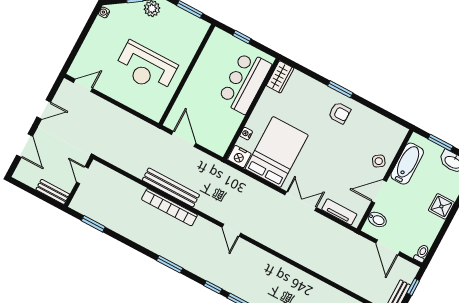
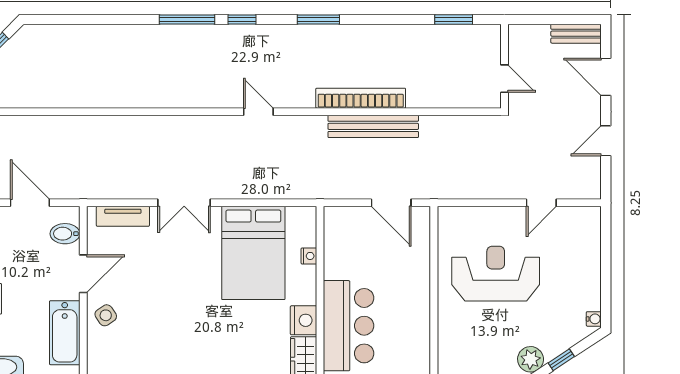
door: (83, 85) -> (541, 203), moved
armchair: (340, 113) -> (195, 353), removed
nightstand: (239, 157) -> (304, 320), moved, turned 90
bench: (53, 192) -> (576, 34), moved

